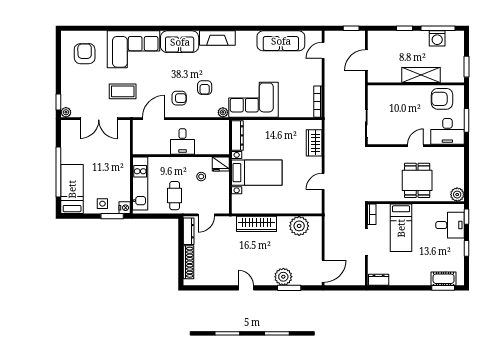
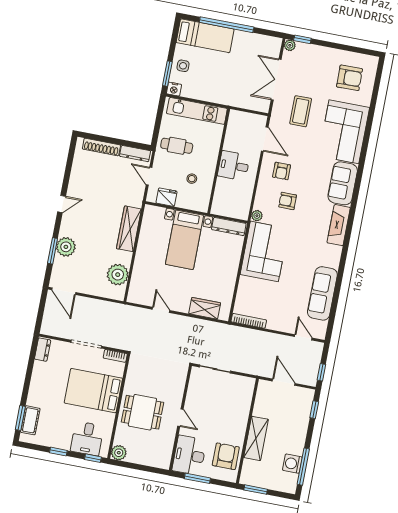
window: (405, 28) -> (314, 410), moved
fridge: (221, 164) -> (166, 197), moved, turned 90
bed: (401, 228) -> (93, 391), width x1.50

